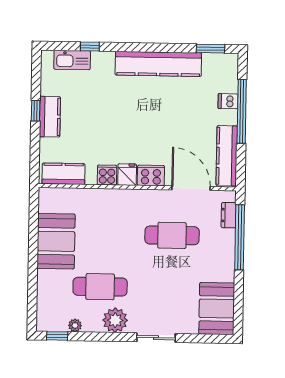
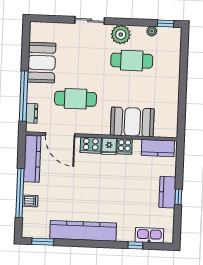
booth: (56, 241) -> (132, 122), moved, turned 90
booth: (217, 309) -> (42, 63), moved

